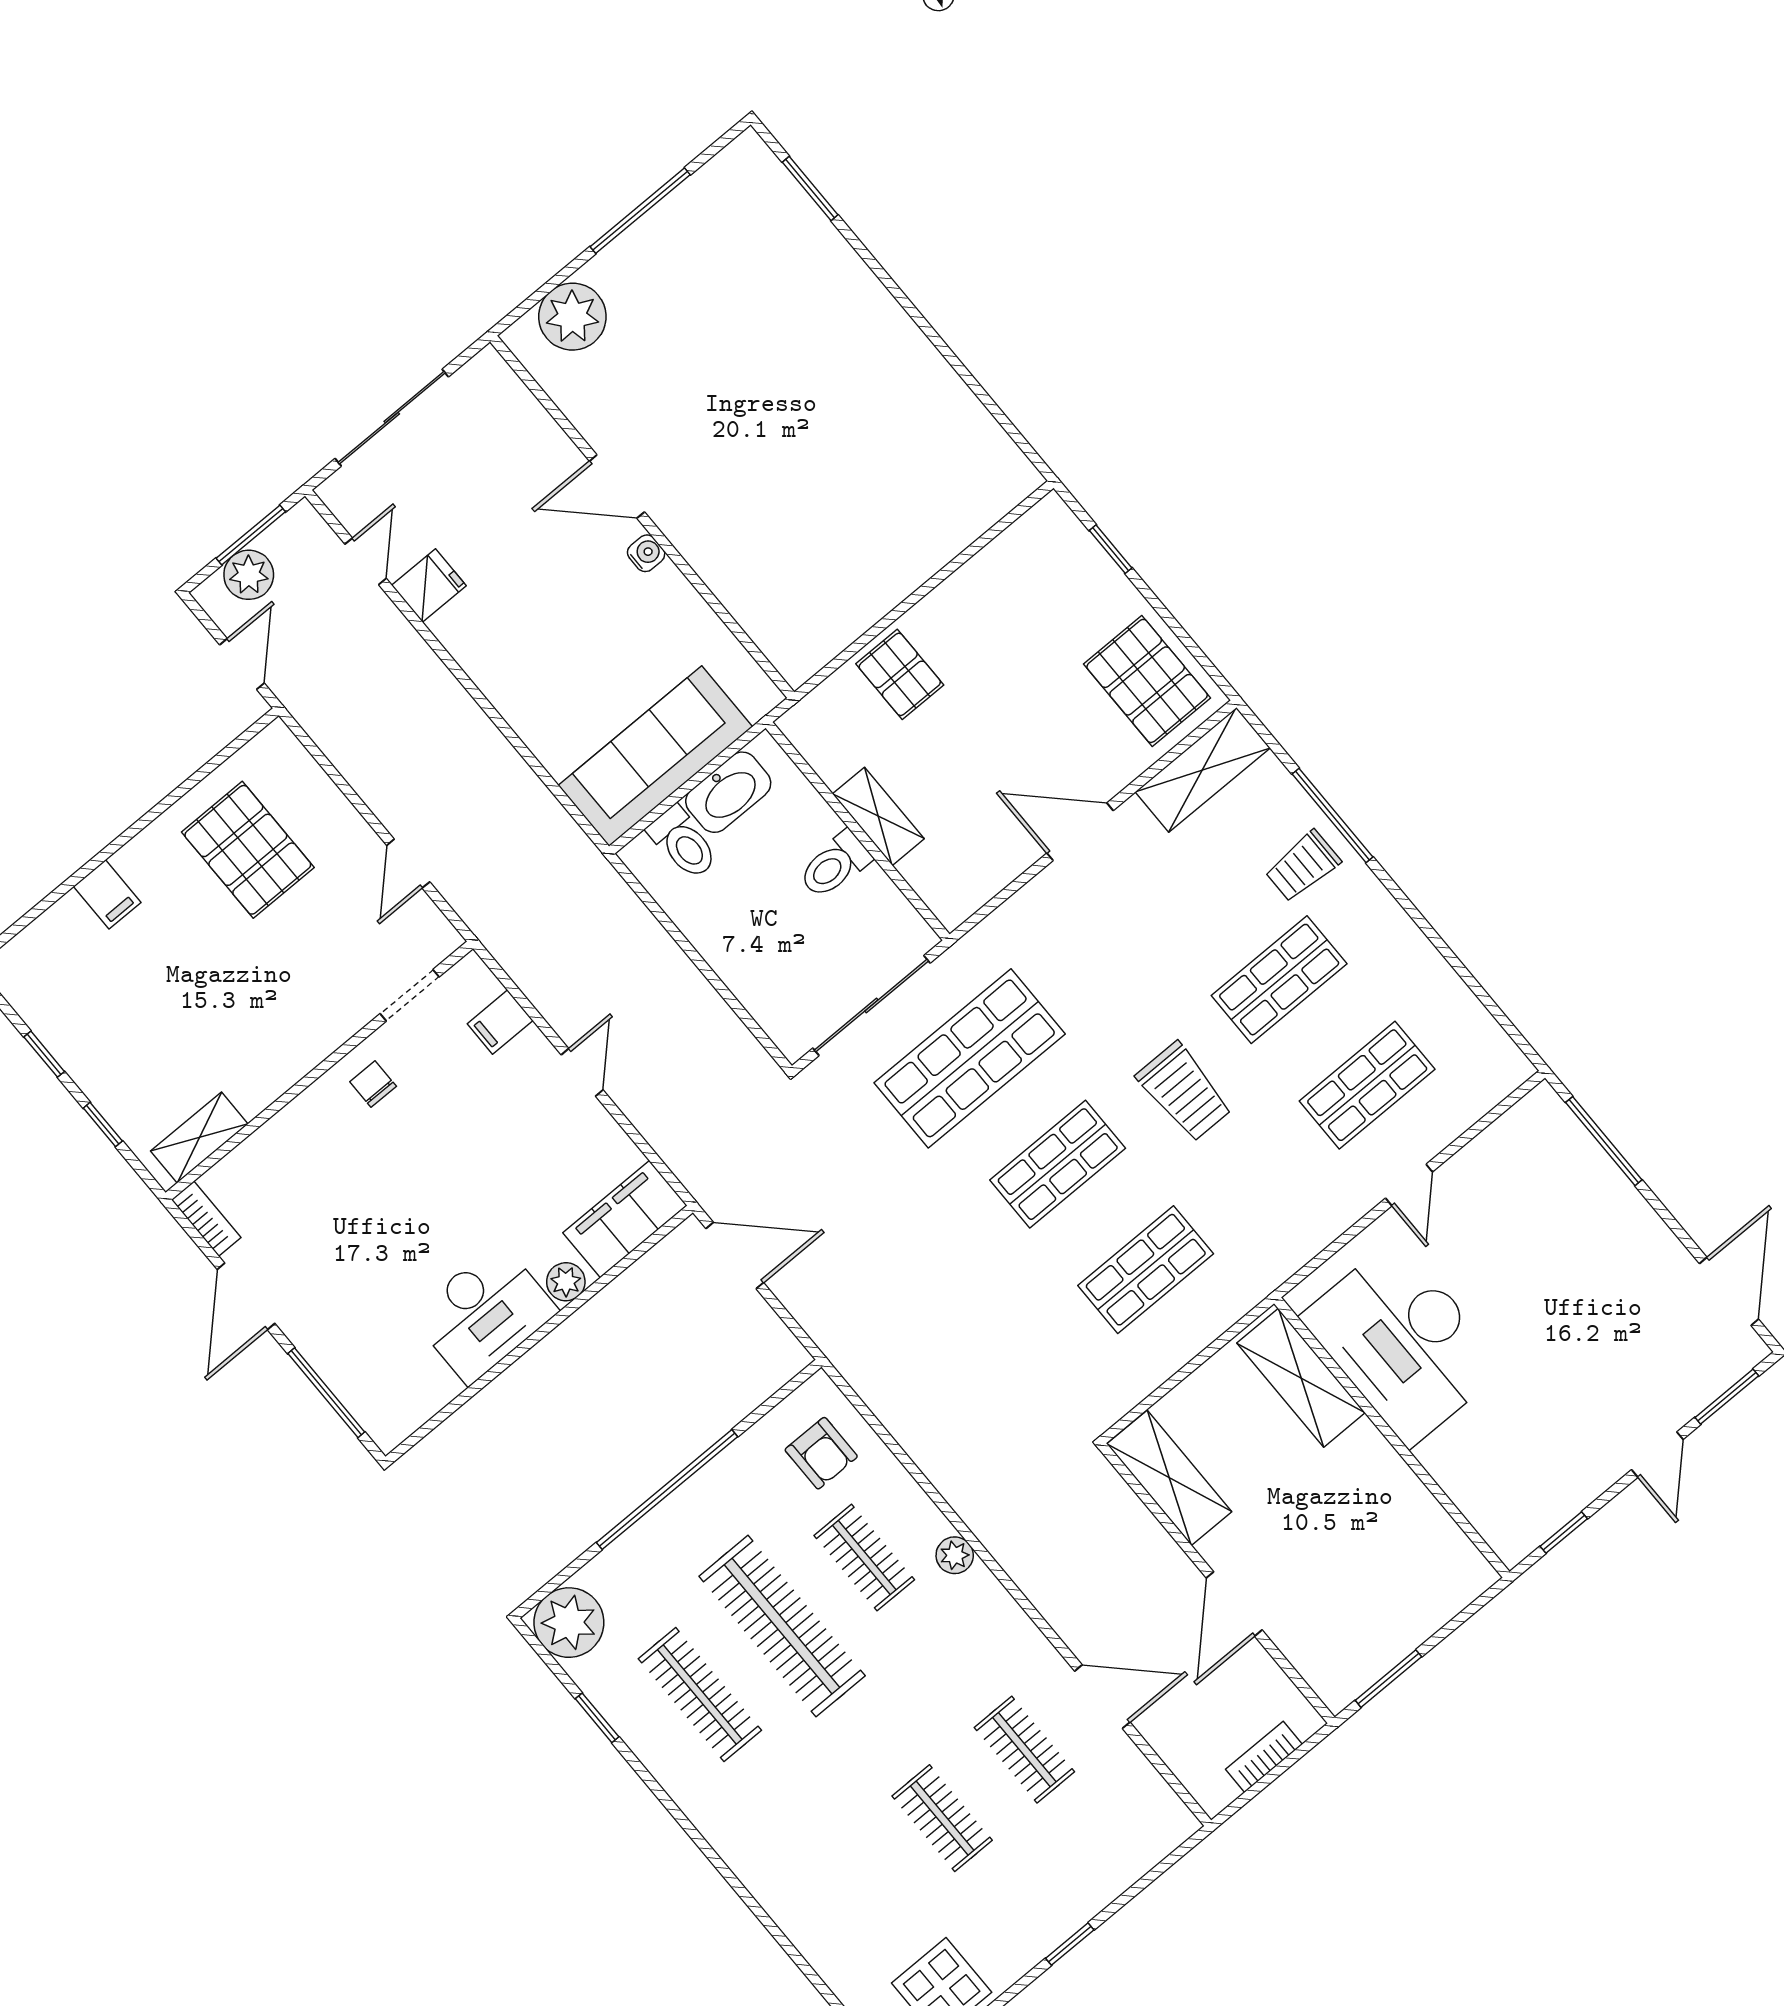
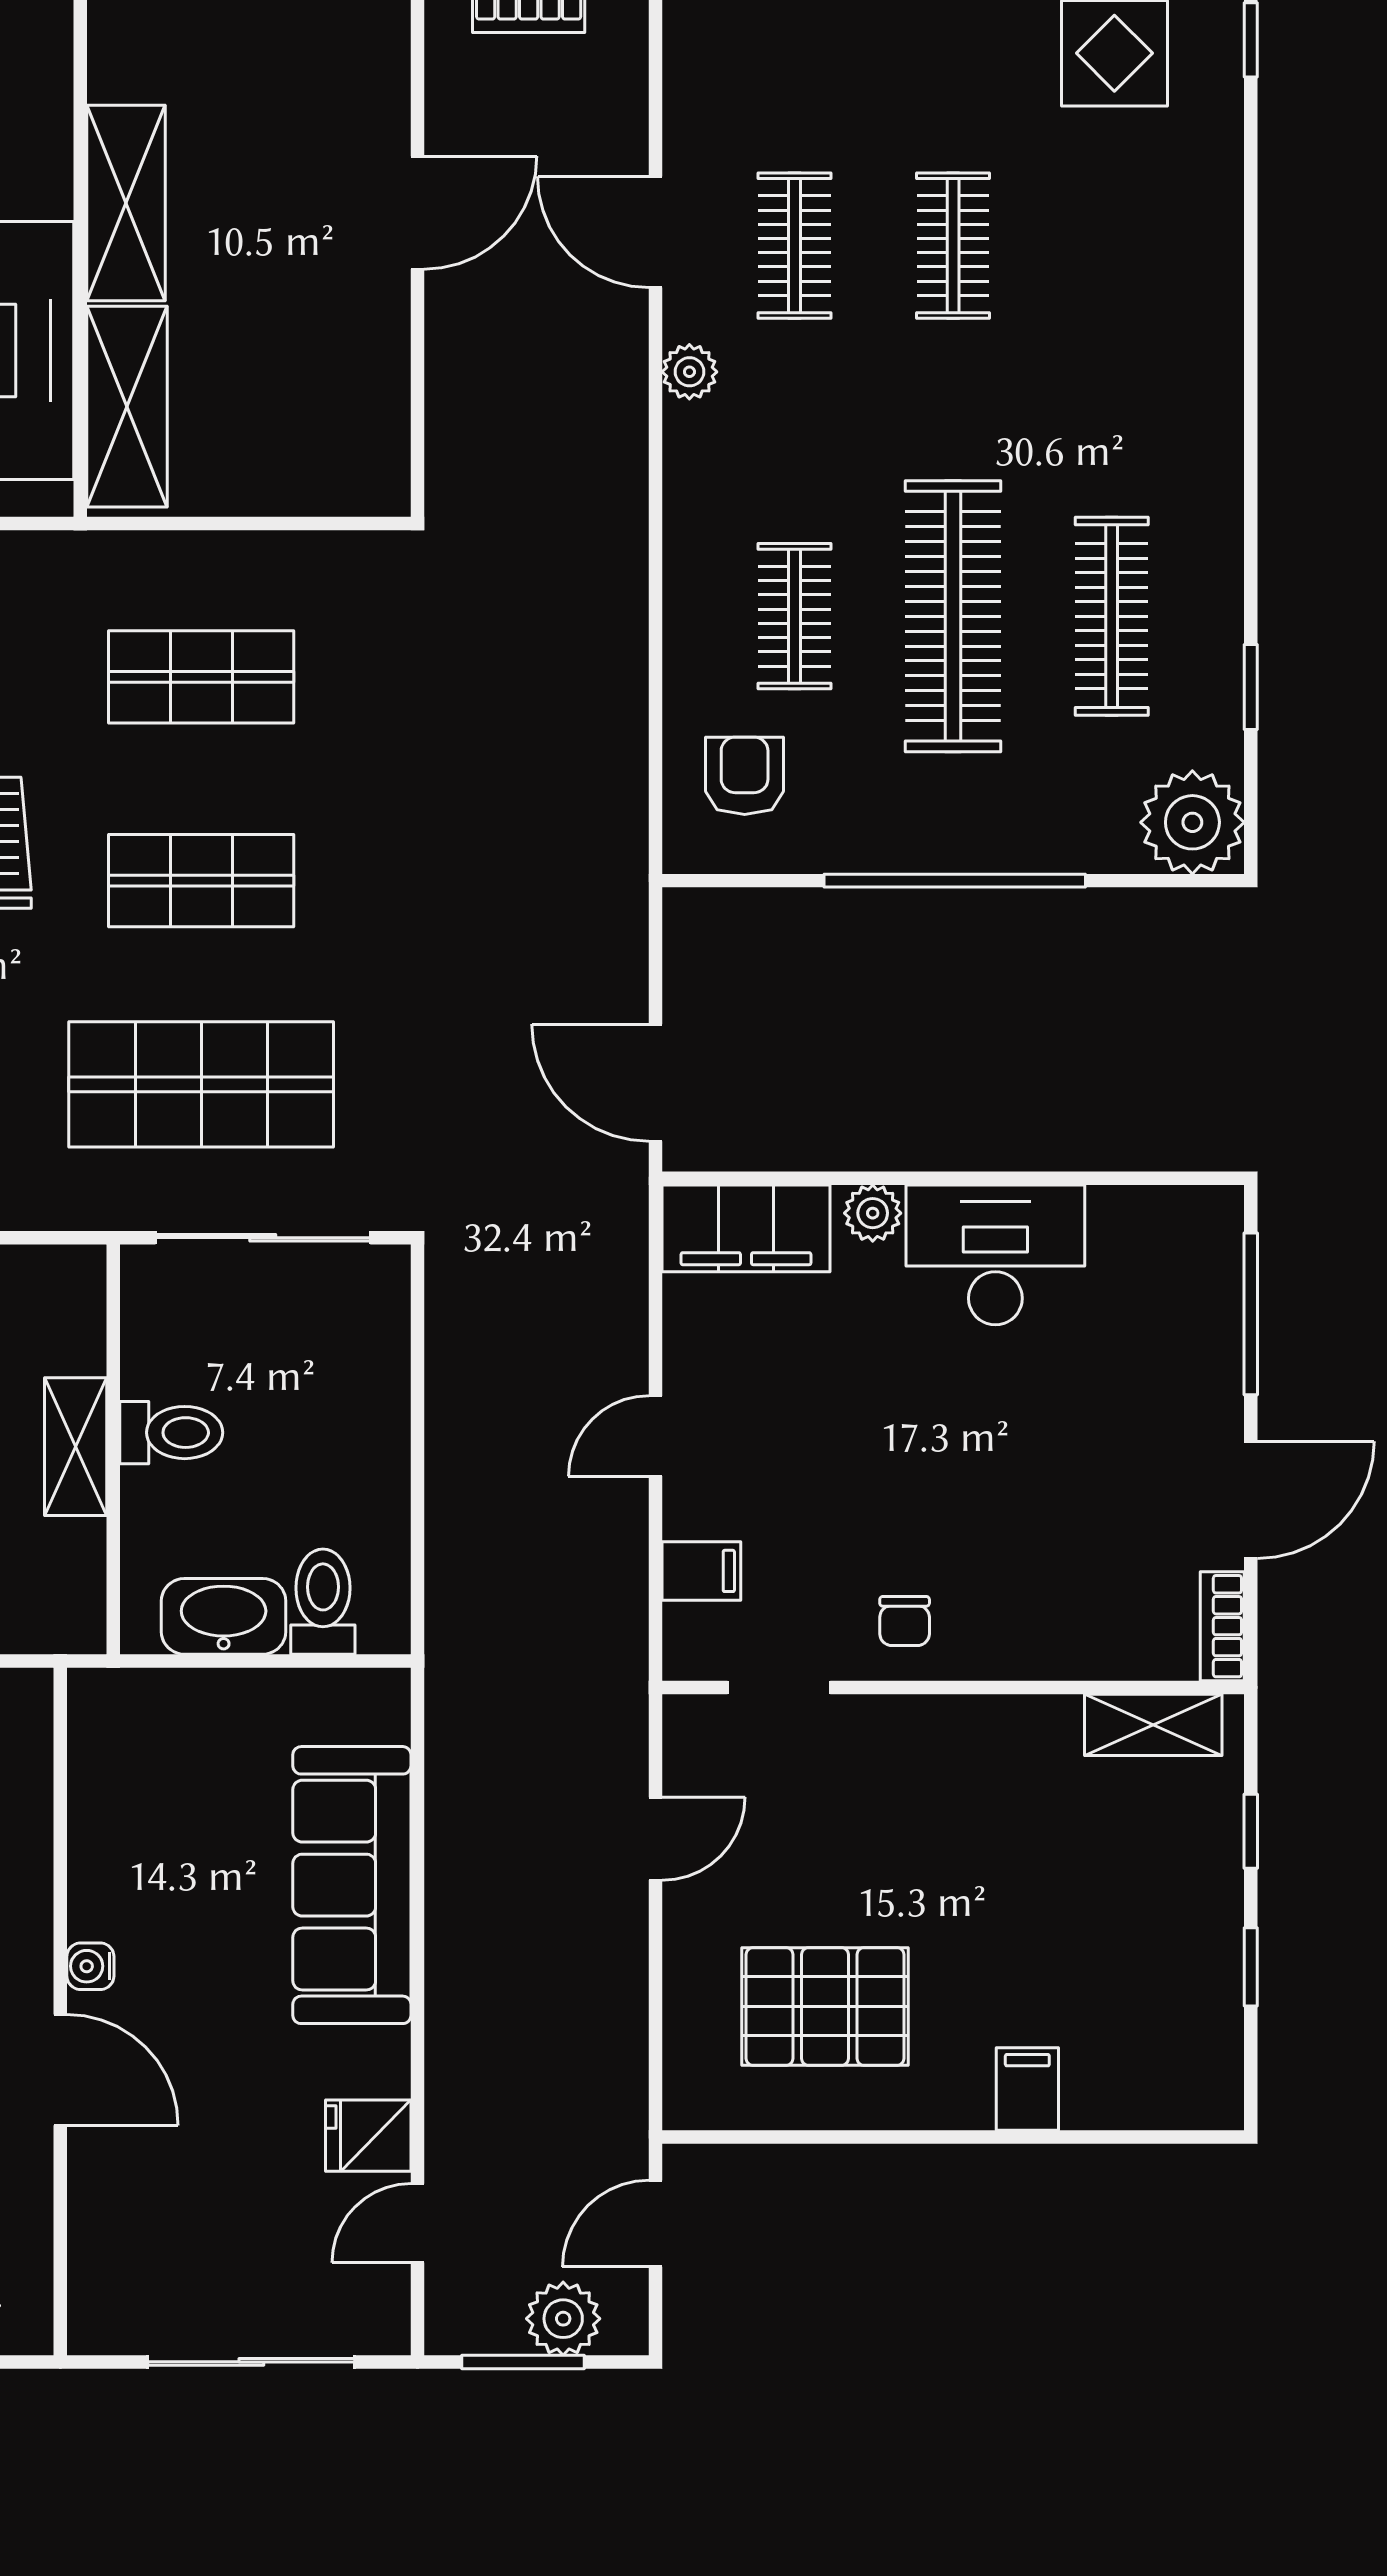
sofa: (655, 756) -> (352, 1885), moved, turned 90
pallet: (248, 850) -> (825, 2006), turned 90
shelving: (1169, 1478) -> (126, 203), moved
plant: (955, 1555) -> (689, 372), moved

